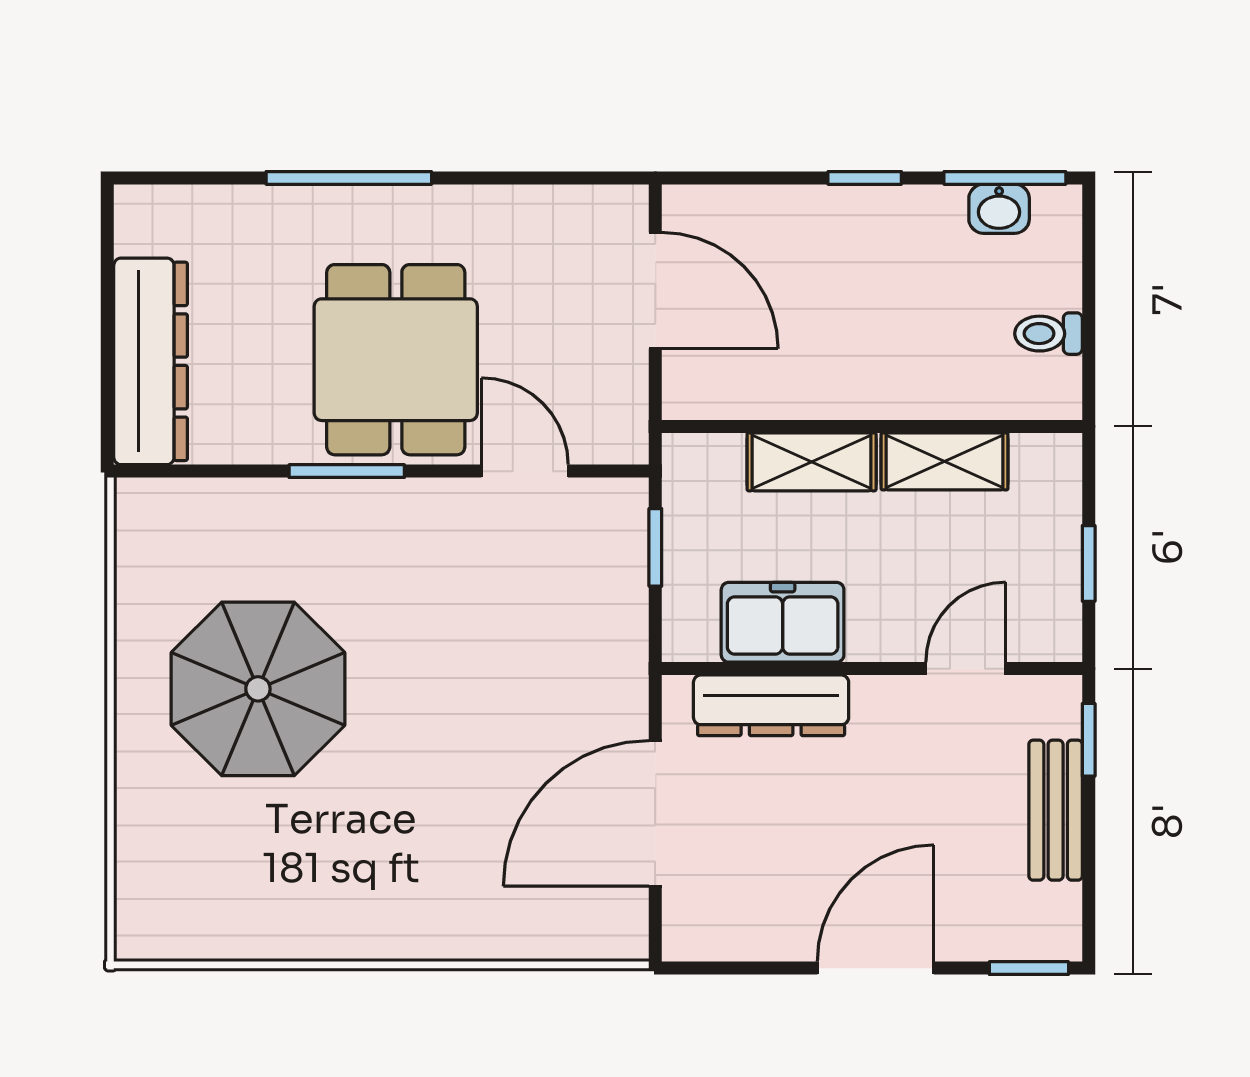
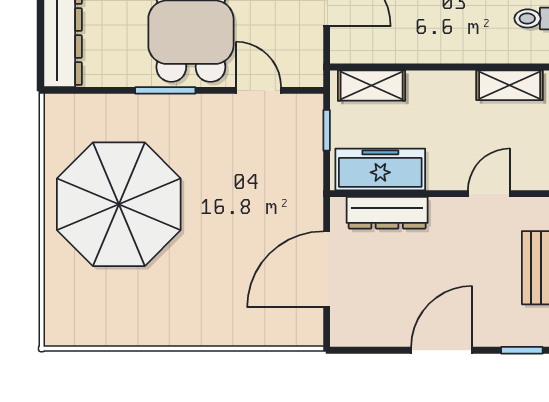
shelving: (945, 461) -> (510, 85), moved
shelving: (812, 462) -> (372, 86), moved
freezer: (783, 622) -> (380, 169), width x1.40
parasol: (258, 689) -> (119, 204), width x1.36, depth x1.36

